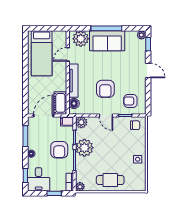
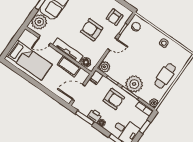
door: (68, 54) -> (44, 41), hinge flipped
armchair: (105, 89) -> (92, 30), turned 180
cot: (60, 103) -> (69, 66), moved
door: (43, 115) -> (78, 93), hinge flipped
printer: (33, 143) -> (94, 116), added
plant: (84, 148) -> (134, 84), moved

